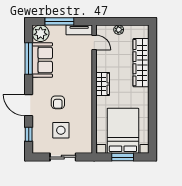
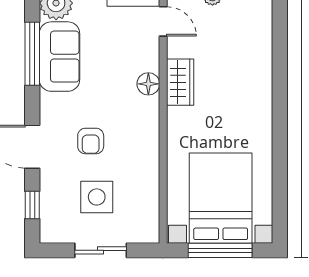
wardrobe: (141, 63) -> (257, 62), removed
floor lamp: (87, 74) -> (148, 84), added
wardrobe: (103, 84) -> (180, 82), moved
window: (123, 157) -> (220, 250), width x1.44

